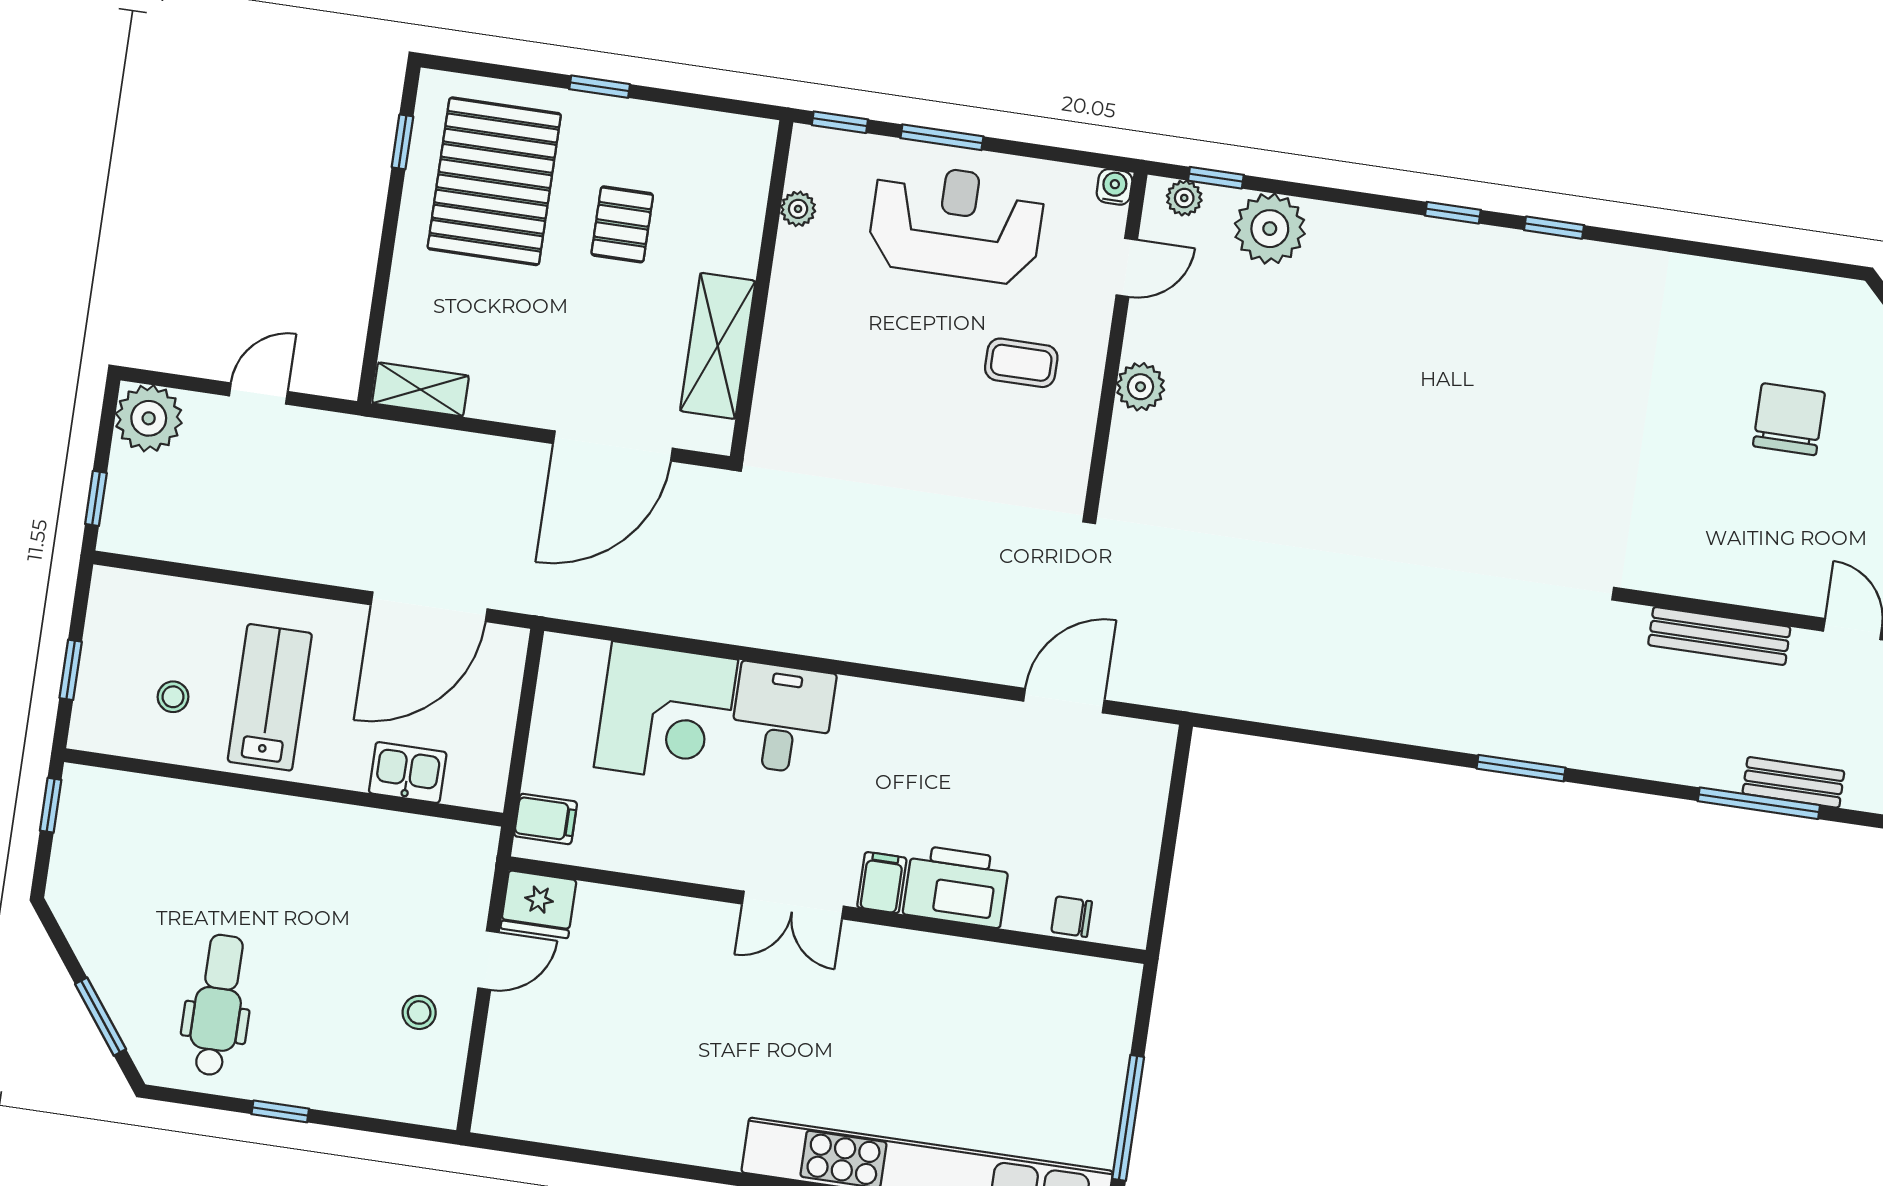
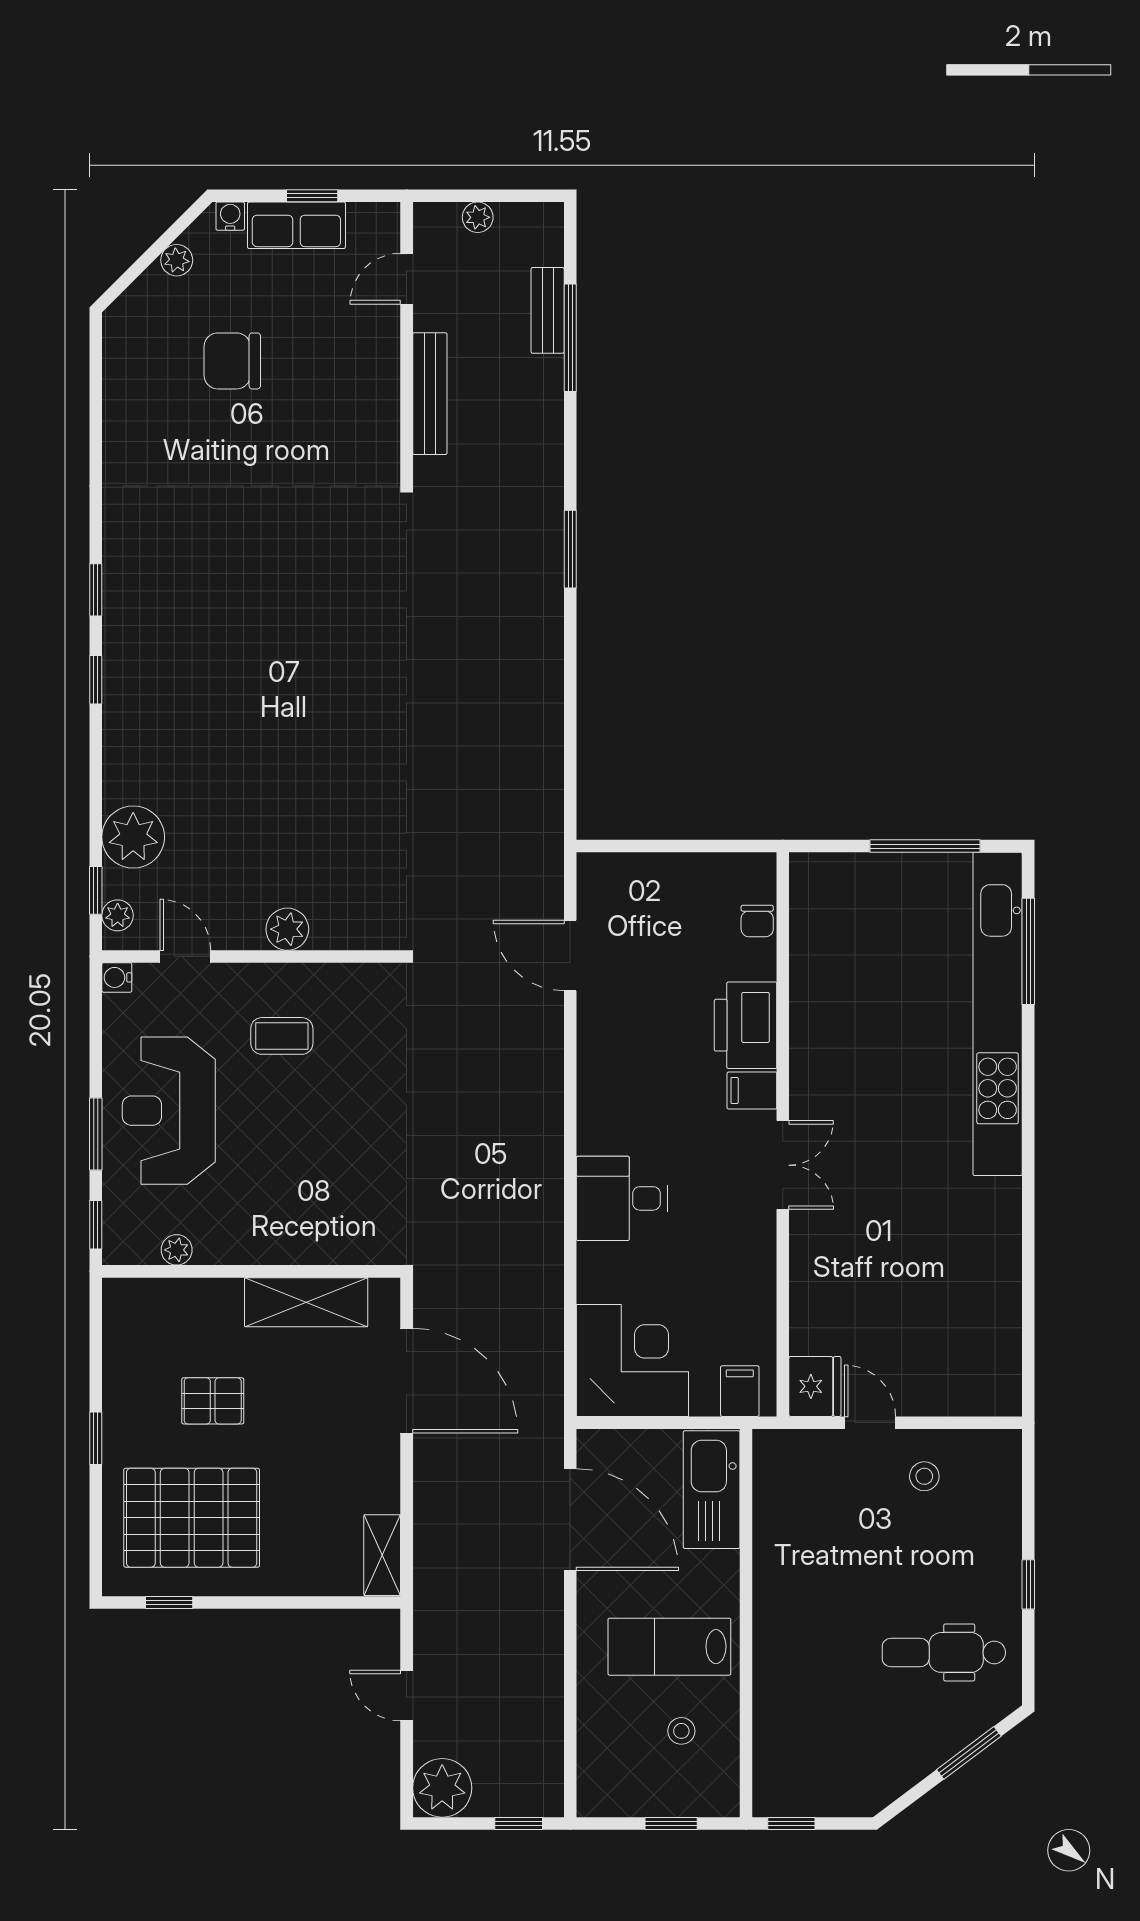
coffee table: (1021, 363) -> (282, 1036), turned 90
corner desk: (666, 713) -> (632, 1360), moved
kitchen sink: (408, 773) -> (712, 1490), width x1.88, depth x1.24

